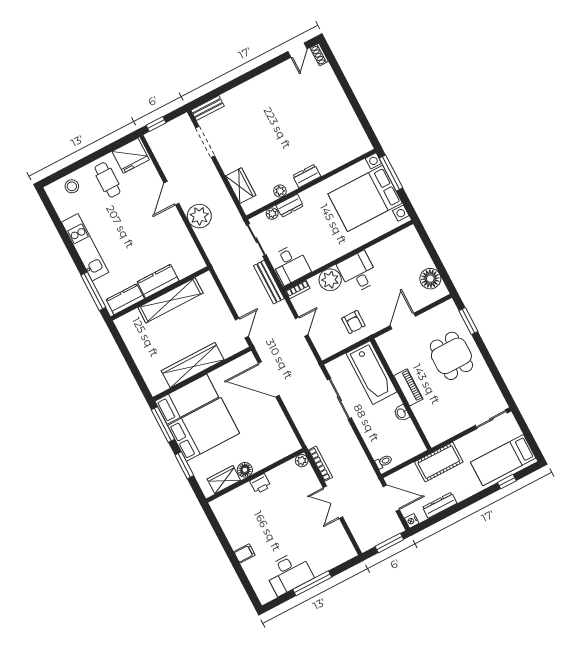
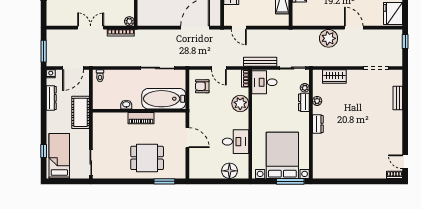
bench: (208, 108) -> (398, 98), moved
desk: (358, 272) -> (236, 142), moved
floor lamp: (430, 279) -> (229, 171), moved
armchair: (353, 322) -> (202, 86), moved

